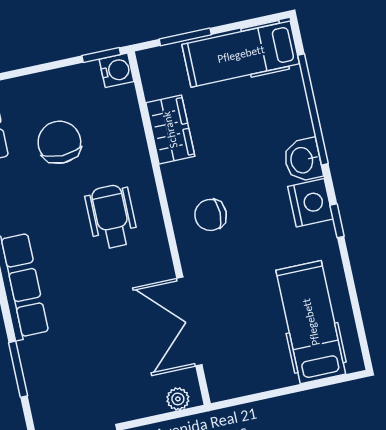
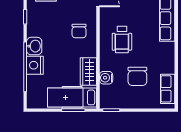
hospital bed: (241, 54) -> (72, 97), moved, turned 180
water cooler: (116, 70) -> (106, 78), moved
nightstand: (310, 203) -> (35, 65), moved
chair: (211, 215) -> (79, 31), turned 90

